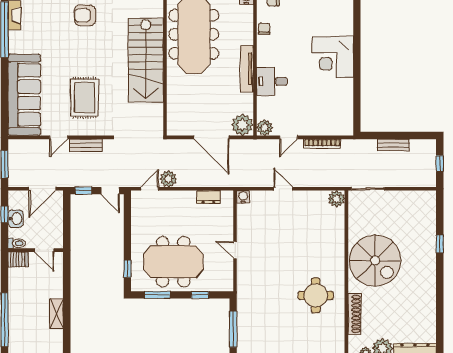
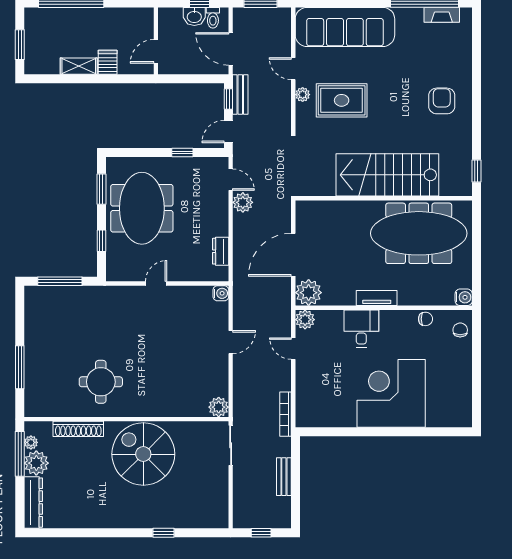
corner desk: (333, 57) -> (391, 393), width x1.36, depth x1.36
tv unit: (247, 69) -> (377, 298), width x0.71
plant: (80, 130) -> (303, 95), added
bookcase: (322, 144) -> (285, 414), moved
bench: (86, 145) -> (240, 95), moved
toilet: (17, 243) -> (213, 18), moved
server rack: (18, 259) -> (108, 62), moved, turned 180
spiral stairs: (375, 261) -> (143, 454), turned 90
window: (127, 269) -> (182, 153), moved

